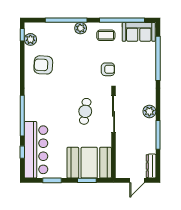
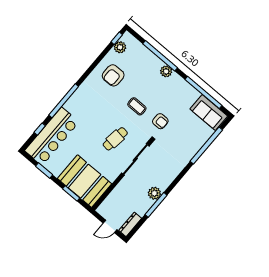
coffee table: (106, 35) -> (137, 106), moved
armchair: (43, 65) -> (113, 75), turned -93
plant: (149, 111) -> (154, 193), moved

